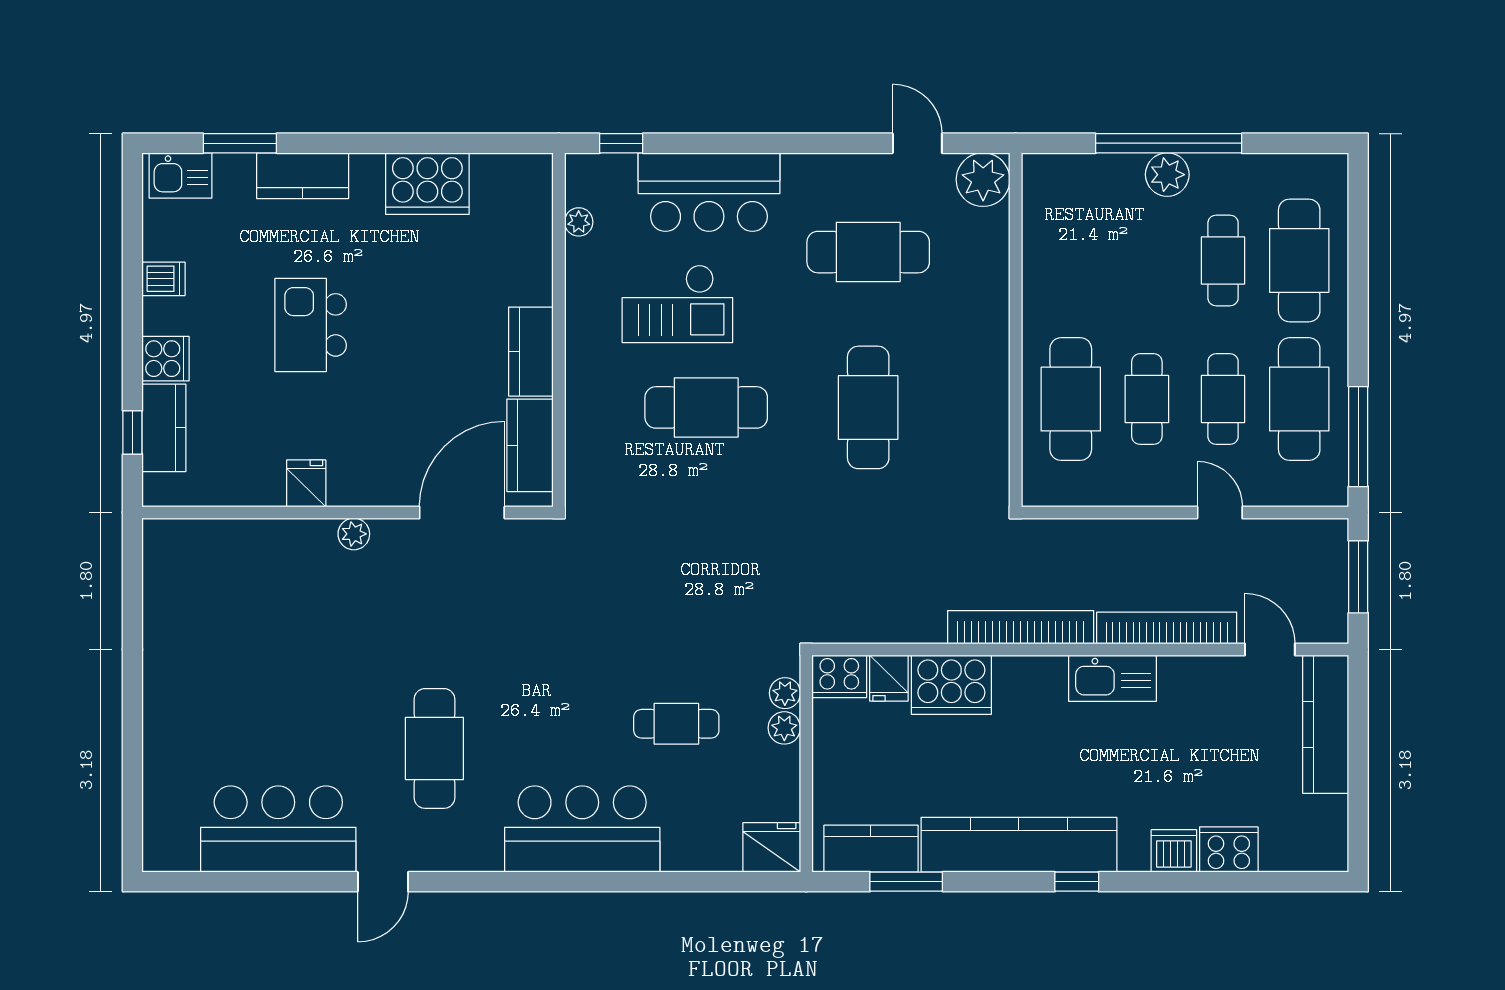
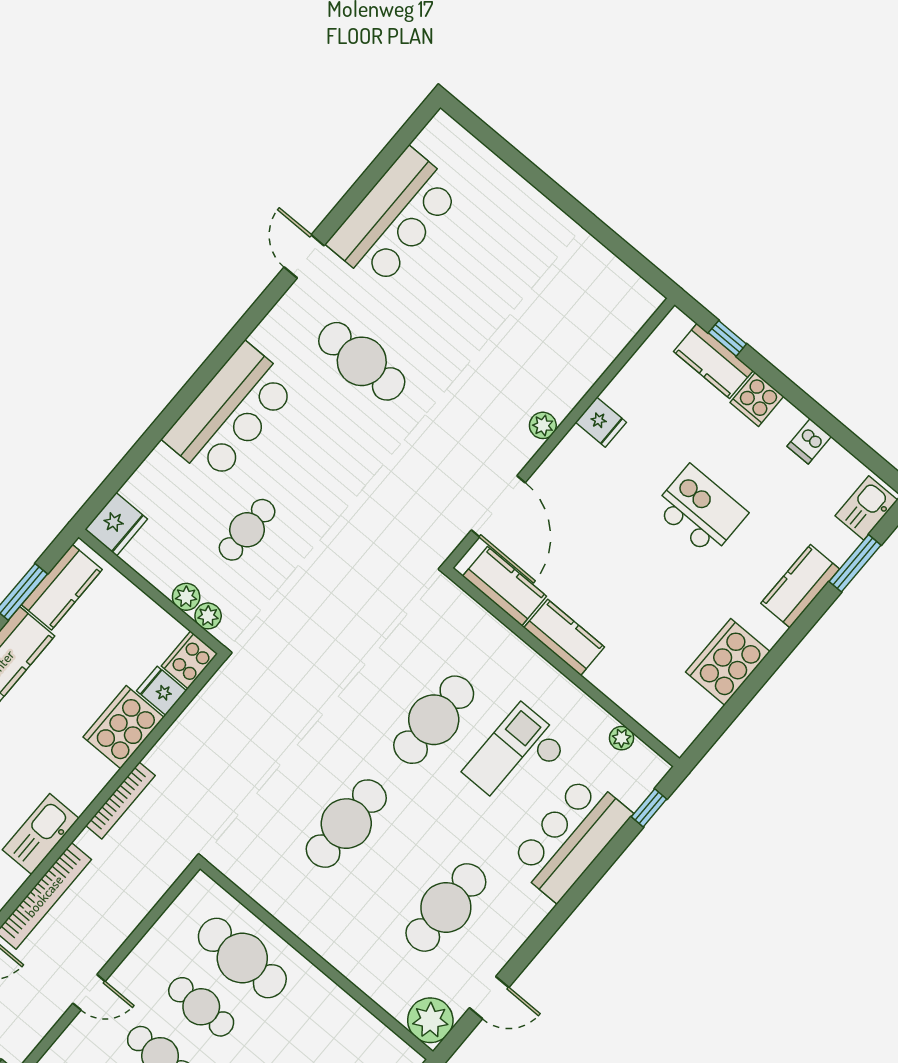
cafe table: (868, 407) -> (346, 824), turned 90
bookcase: (1021, 627) -> (121, 801), width x0.68, depth x0.76

